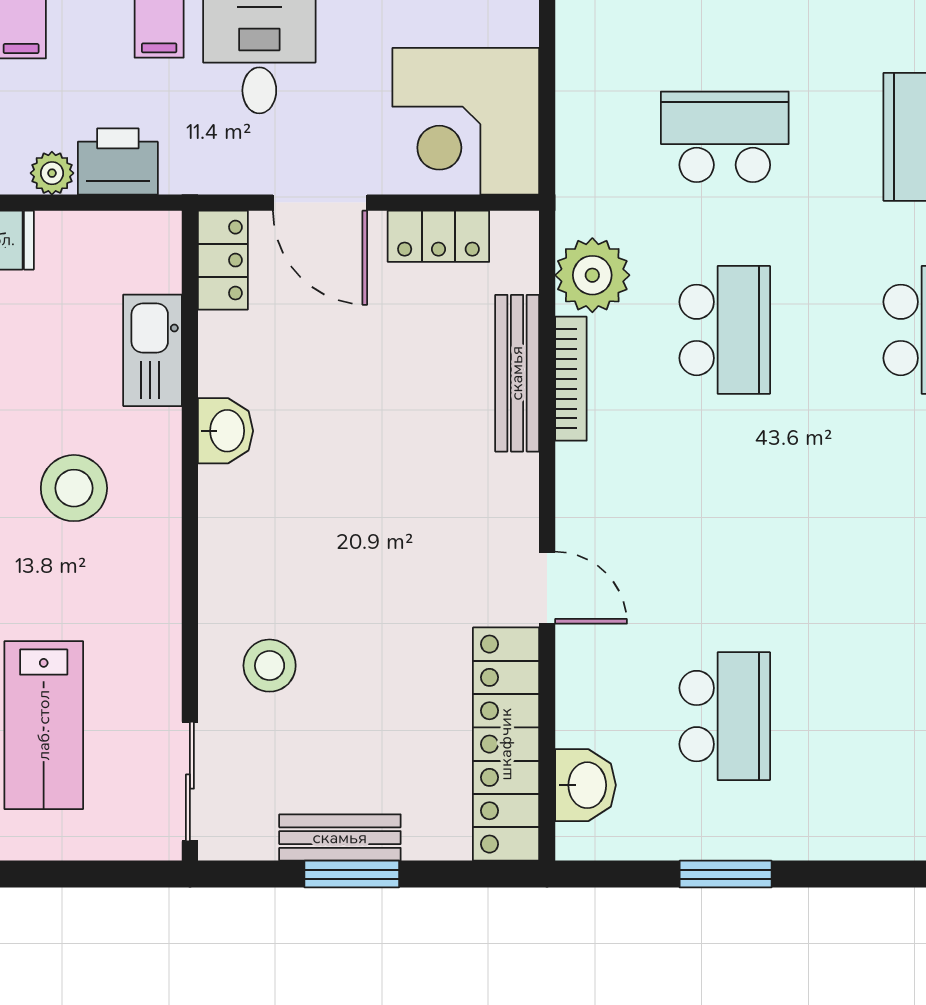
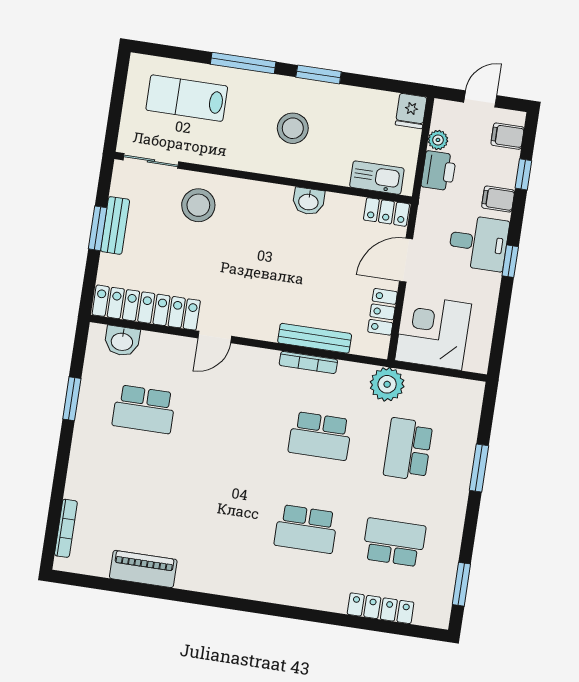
school desk: (725, 137) -> (408, 449), turned 180
plant: (592, 275) -> (387, 384), moved
kitchen sink: (153, 350) -> (377, 178), moved
stool: (270, 666) -> (198, 205), width x1.38, depth x1.38

